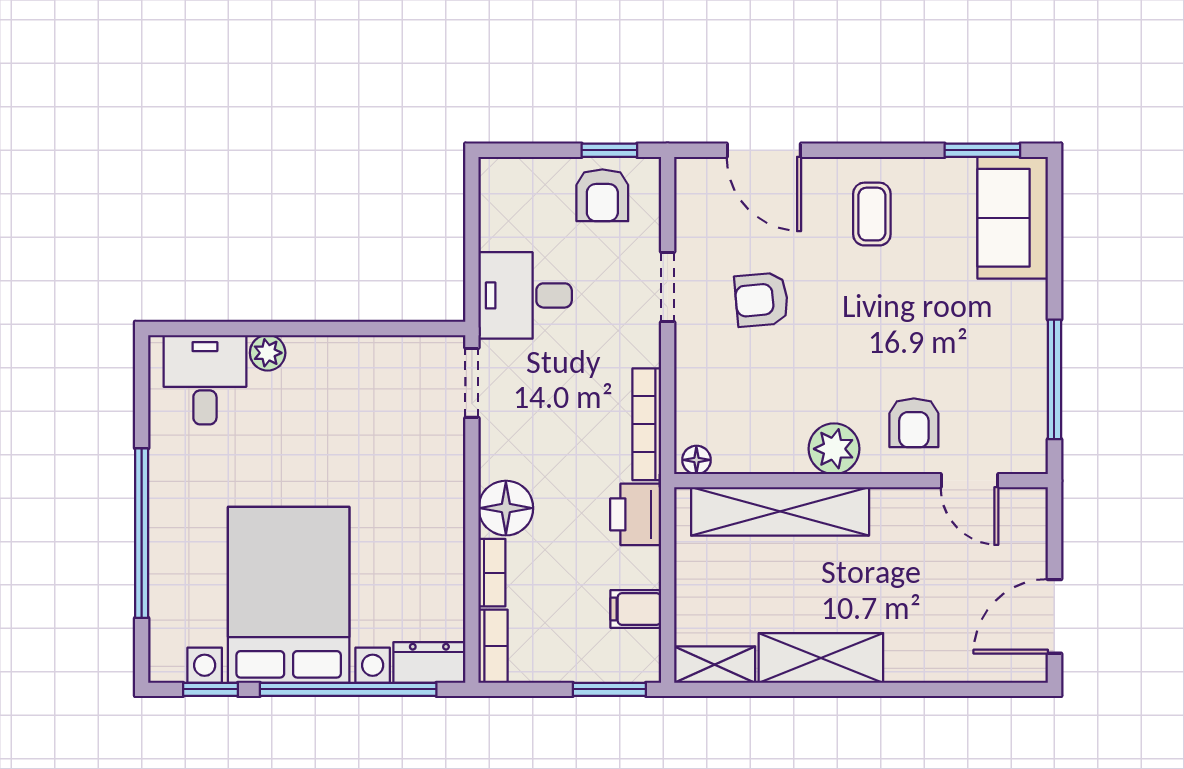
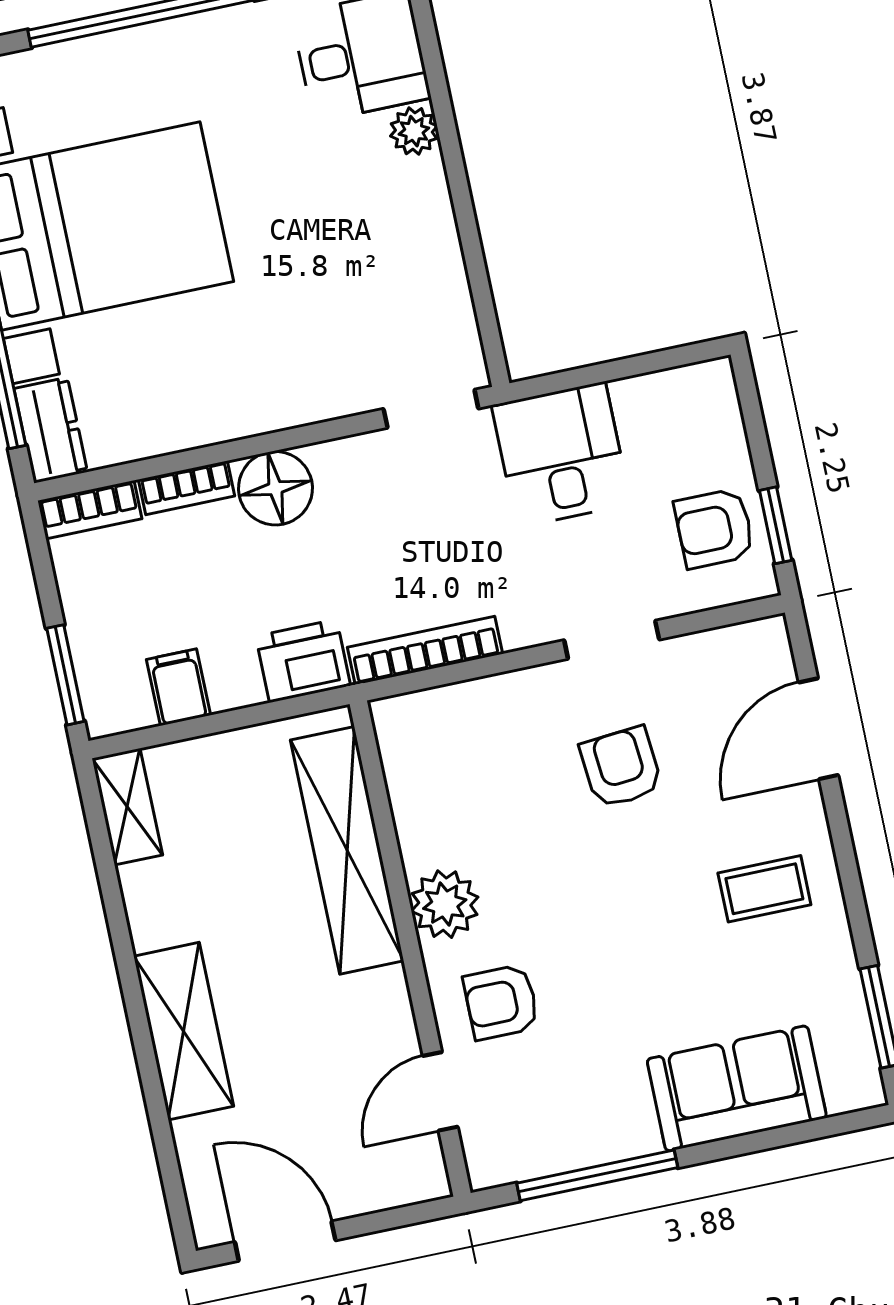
sofa: (1013, 218) -> (737, 1088), moved
floor lamp: (696, 460) -> (392, 726), removed
shelving: (821, 658) -> (184, 1031), moved

